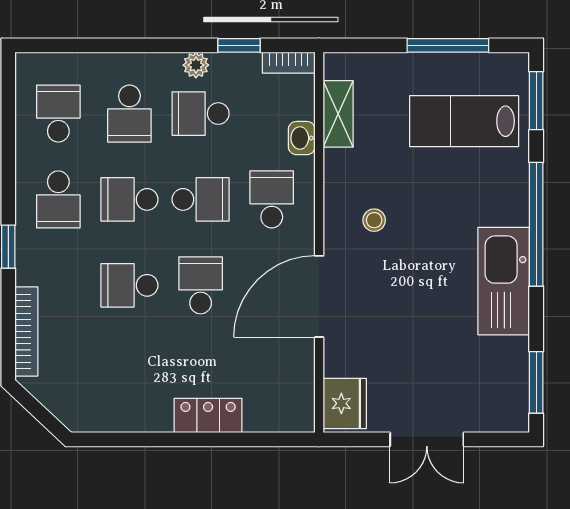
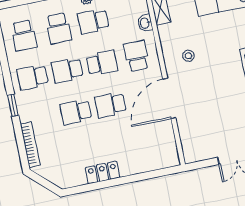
school desk: (58, 114) -> (24, 35), turned 180
school desk: (58, 199) -> (33, 77), turned 90
school desk: (201, 285) -> (110, 105), turned -90
fridge: (345, 403) -> (192, 148), removed
locker: (208, 415) -> (103, 173), moved

